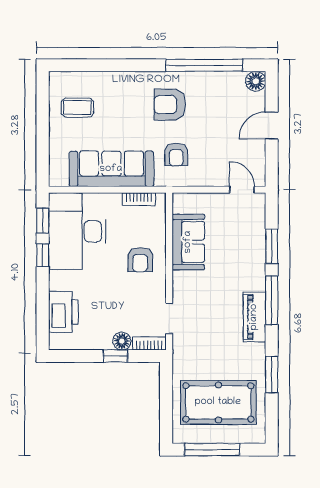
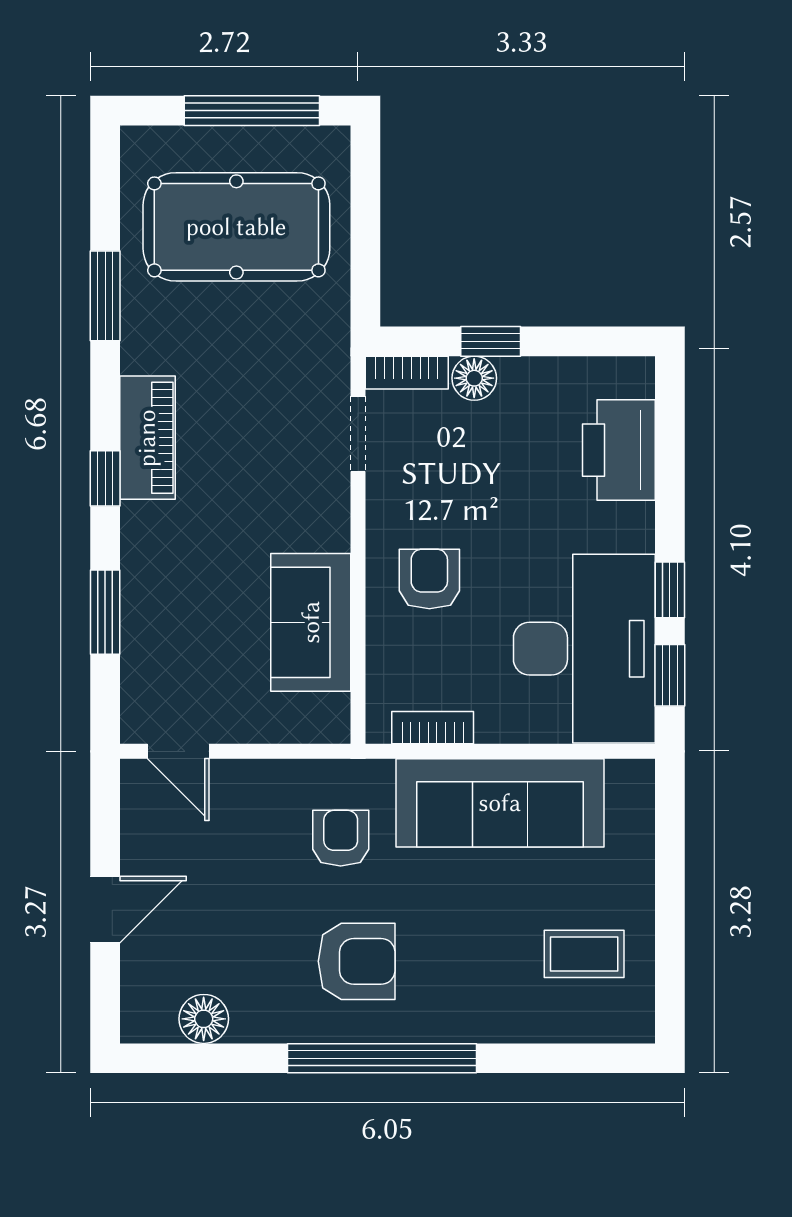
window: (204, 65) -> (382, 1058), moved
floor lamp: (256, 81) -> (204, 1019), moved
window: (272, 300) -> (105, 478), width x0.46

